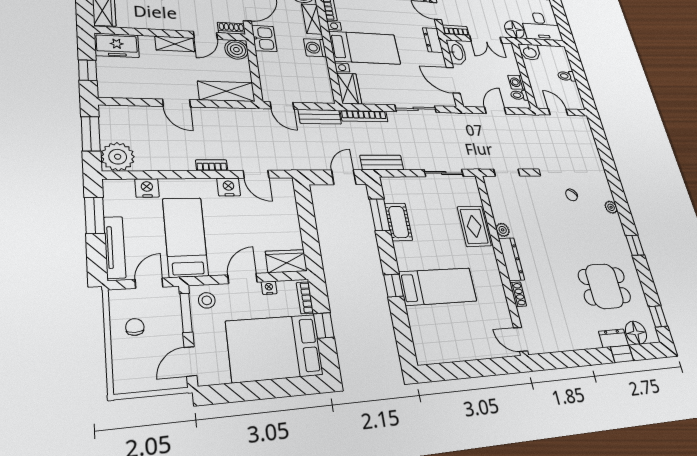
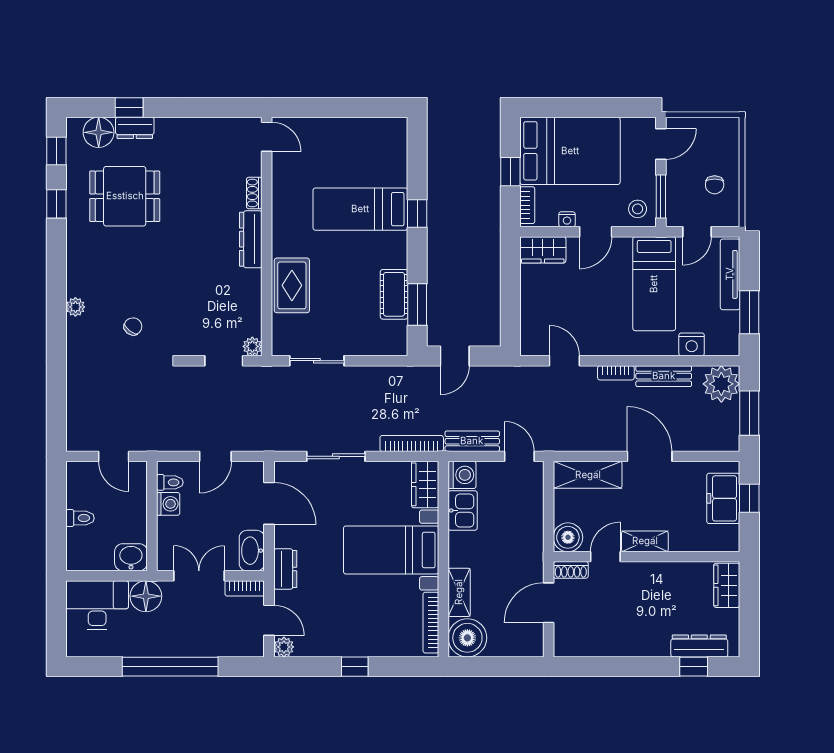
kitchen sink: (264, 38) -> (463, 511), moved, turned 180
freezer: (117, 45) -> (723, 498), moved, turned -90
washing machine: (315, 48) -> (462, 475), moved
door: (177, 103) -> (650, 456), width x1.38
bench: (382, 162) -> (664, 376), moved
nightstand: (229, 187) -> (599, 344), removed
plant: (503, 230) -> (252, 346), moved
window: (635, 245) -> (56, 204), moved

